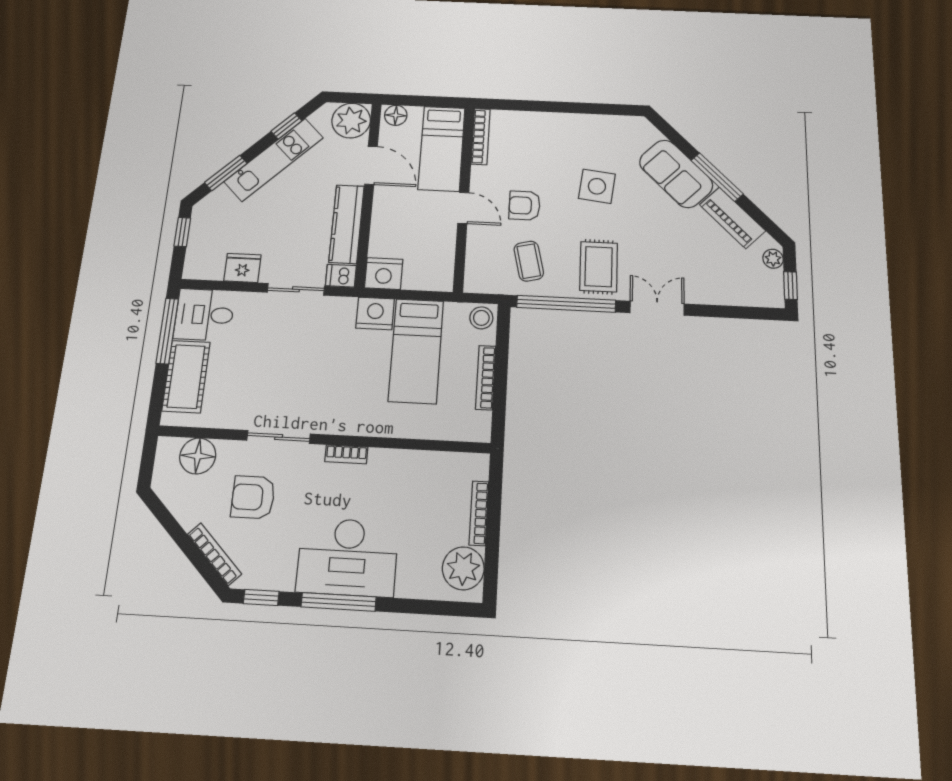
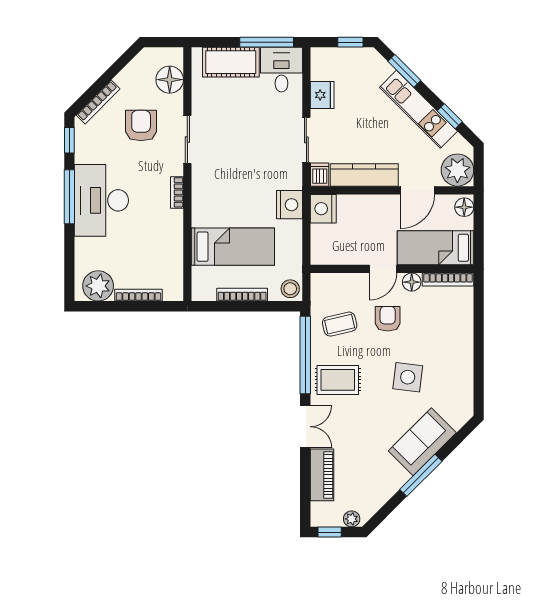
floor lamp: (481, 177) -> (412, 282), added
piano: (732, 218) -> (322, 475), moved, turned 135
bed: (416, 351) -> (233, 247), moved, turned 180

